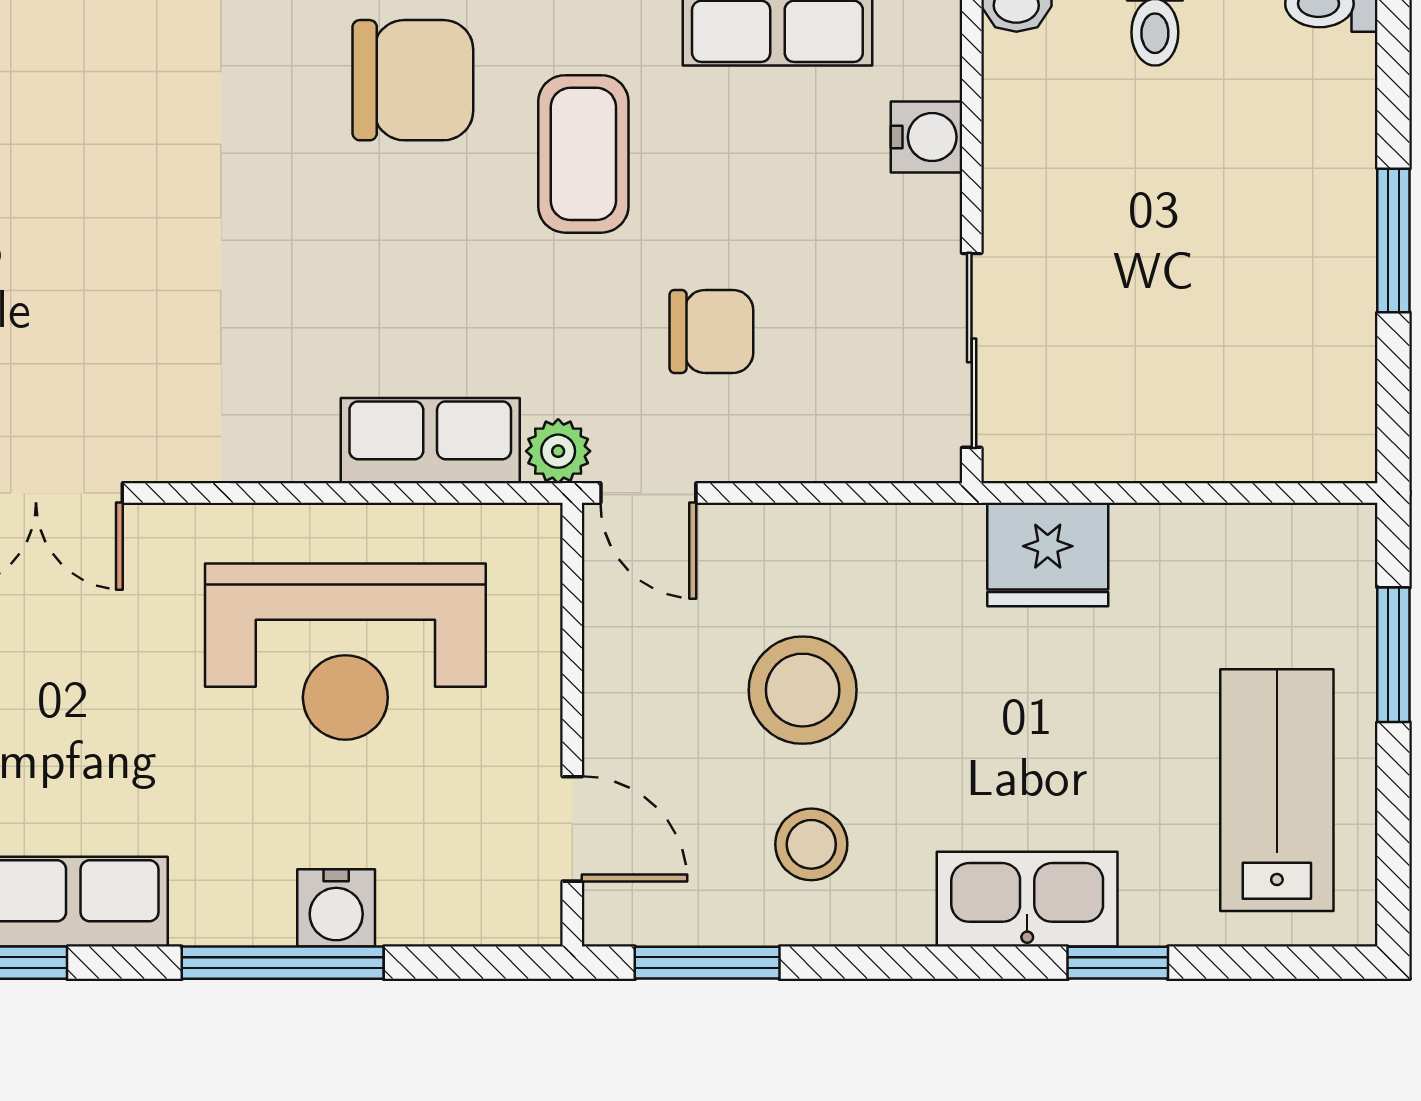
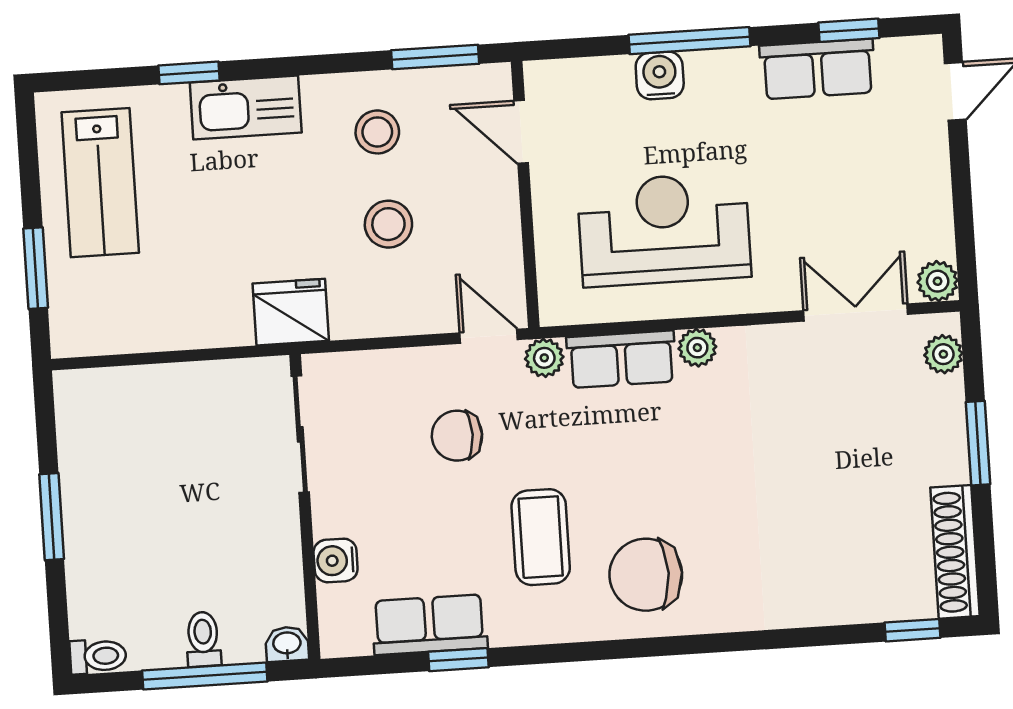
plant: (303, 452) -> (697, 348), added
fridge: (1048, 554) -> (291, 312), moved
stool: (803, 690) -> (388, 224), width x0.73, depth x0.73

